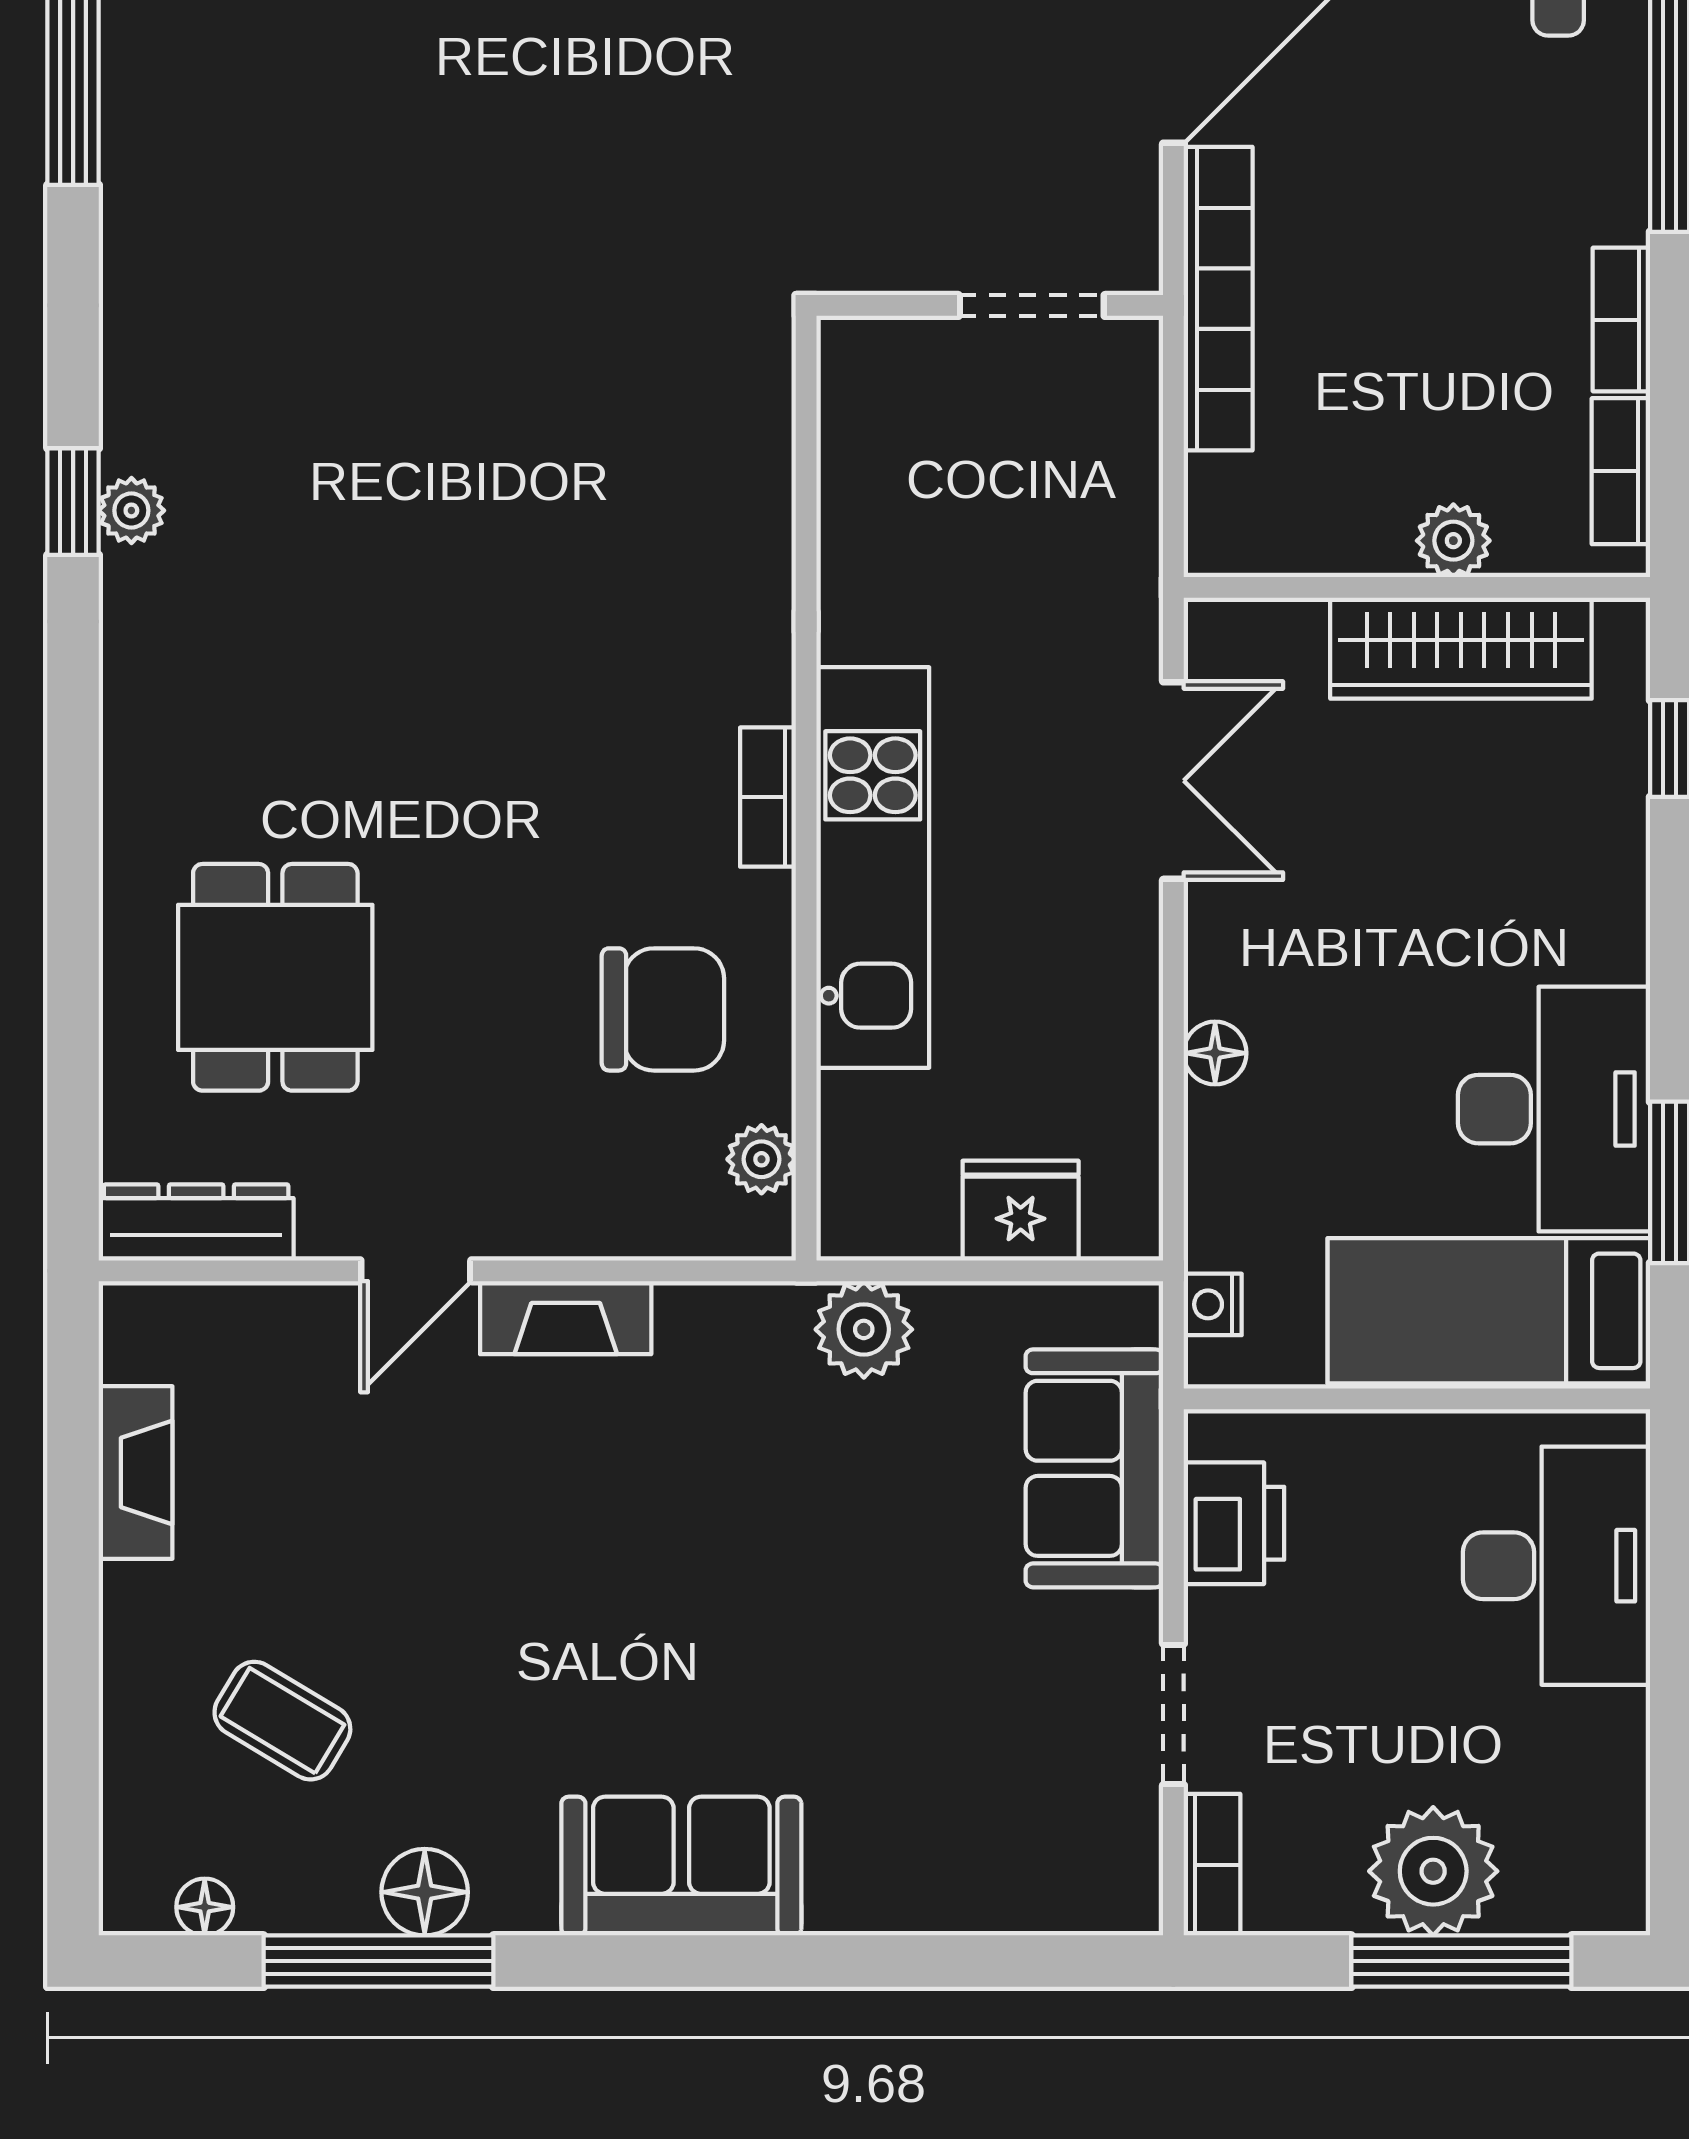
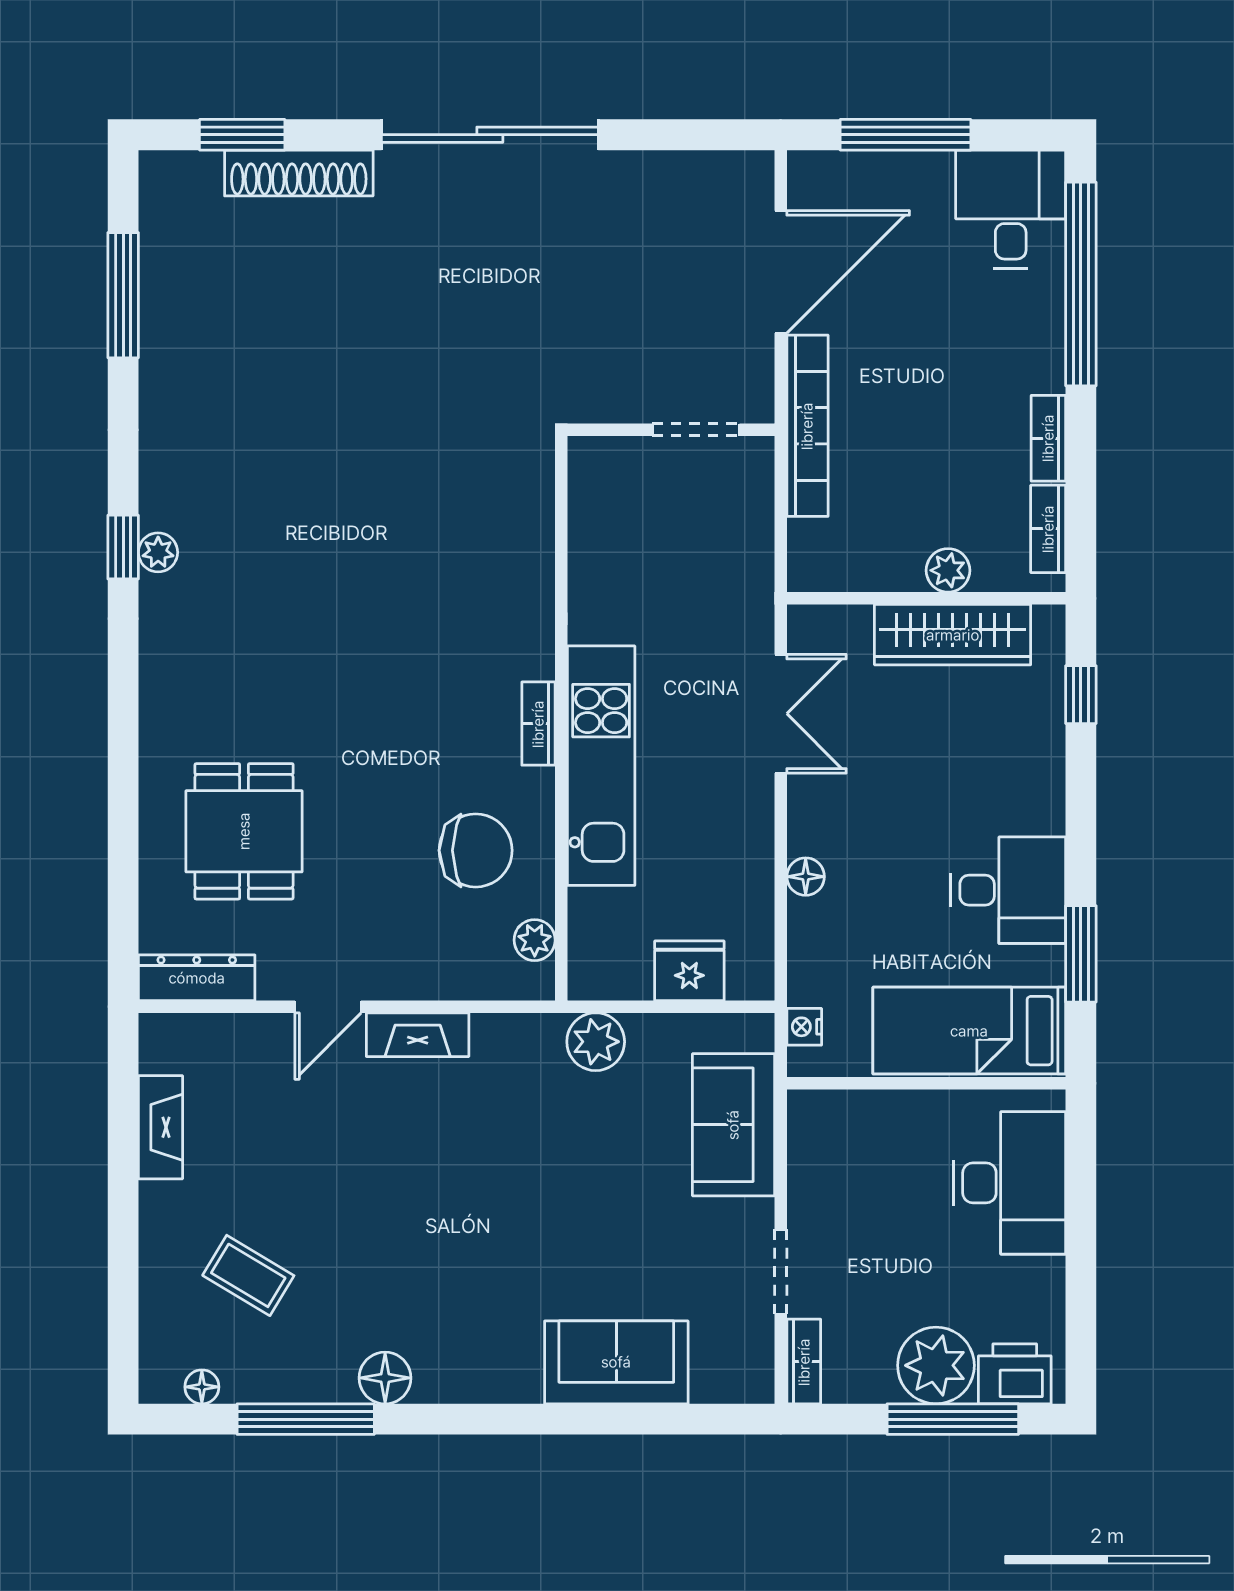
desk: (1554, 1109) -> (1008, 890), width x0.73
printer: (1234, 1523) -> (1015, 1374), moved, turned -90
sofa: (681, 1866) -> (616, 1362), moved
floor lamp: (425, 1892) -> (385, 1378), moved

